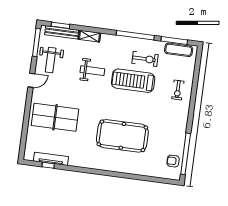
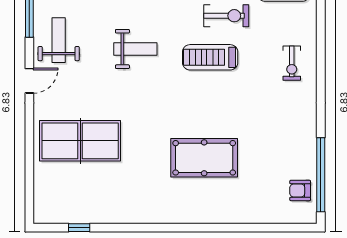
weight bench: (51, 60) -> (59, 40), turned 180
treadmill: (133, 81) -> (210, 57), width x0.73, depth x0.73
pool table: (122, 136) -> (204, 158), width x0.73, depth x0.76
tv unit: (51, 159) -> (83, 216), removed

